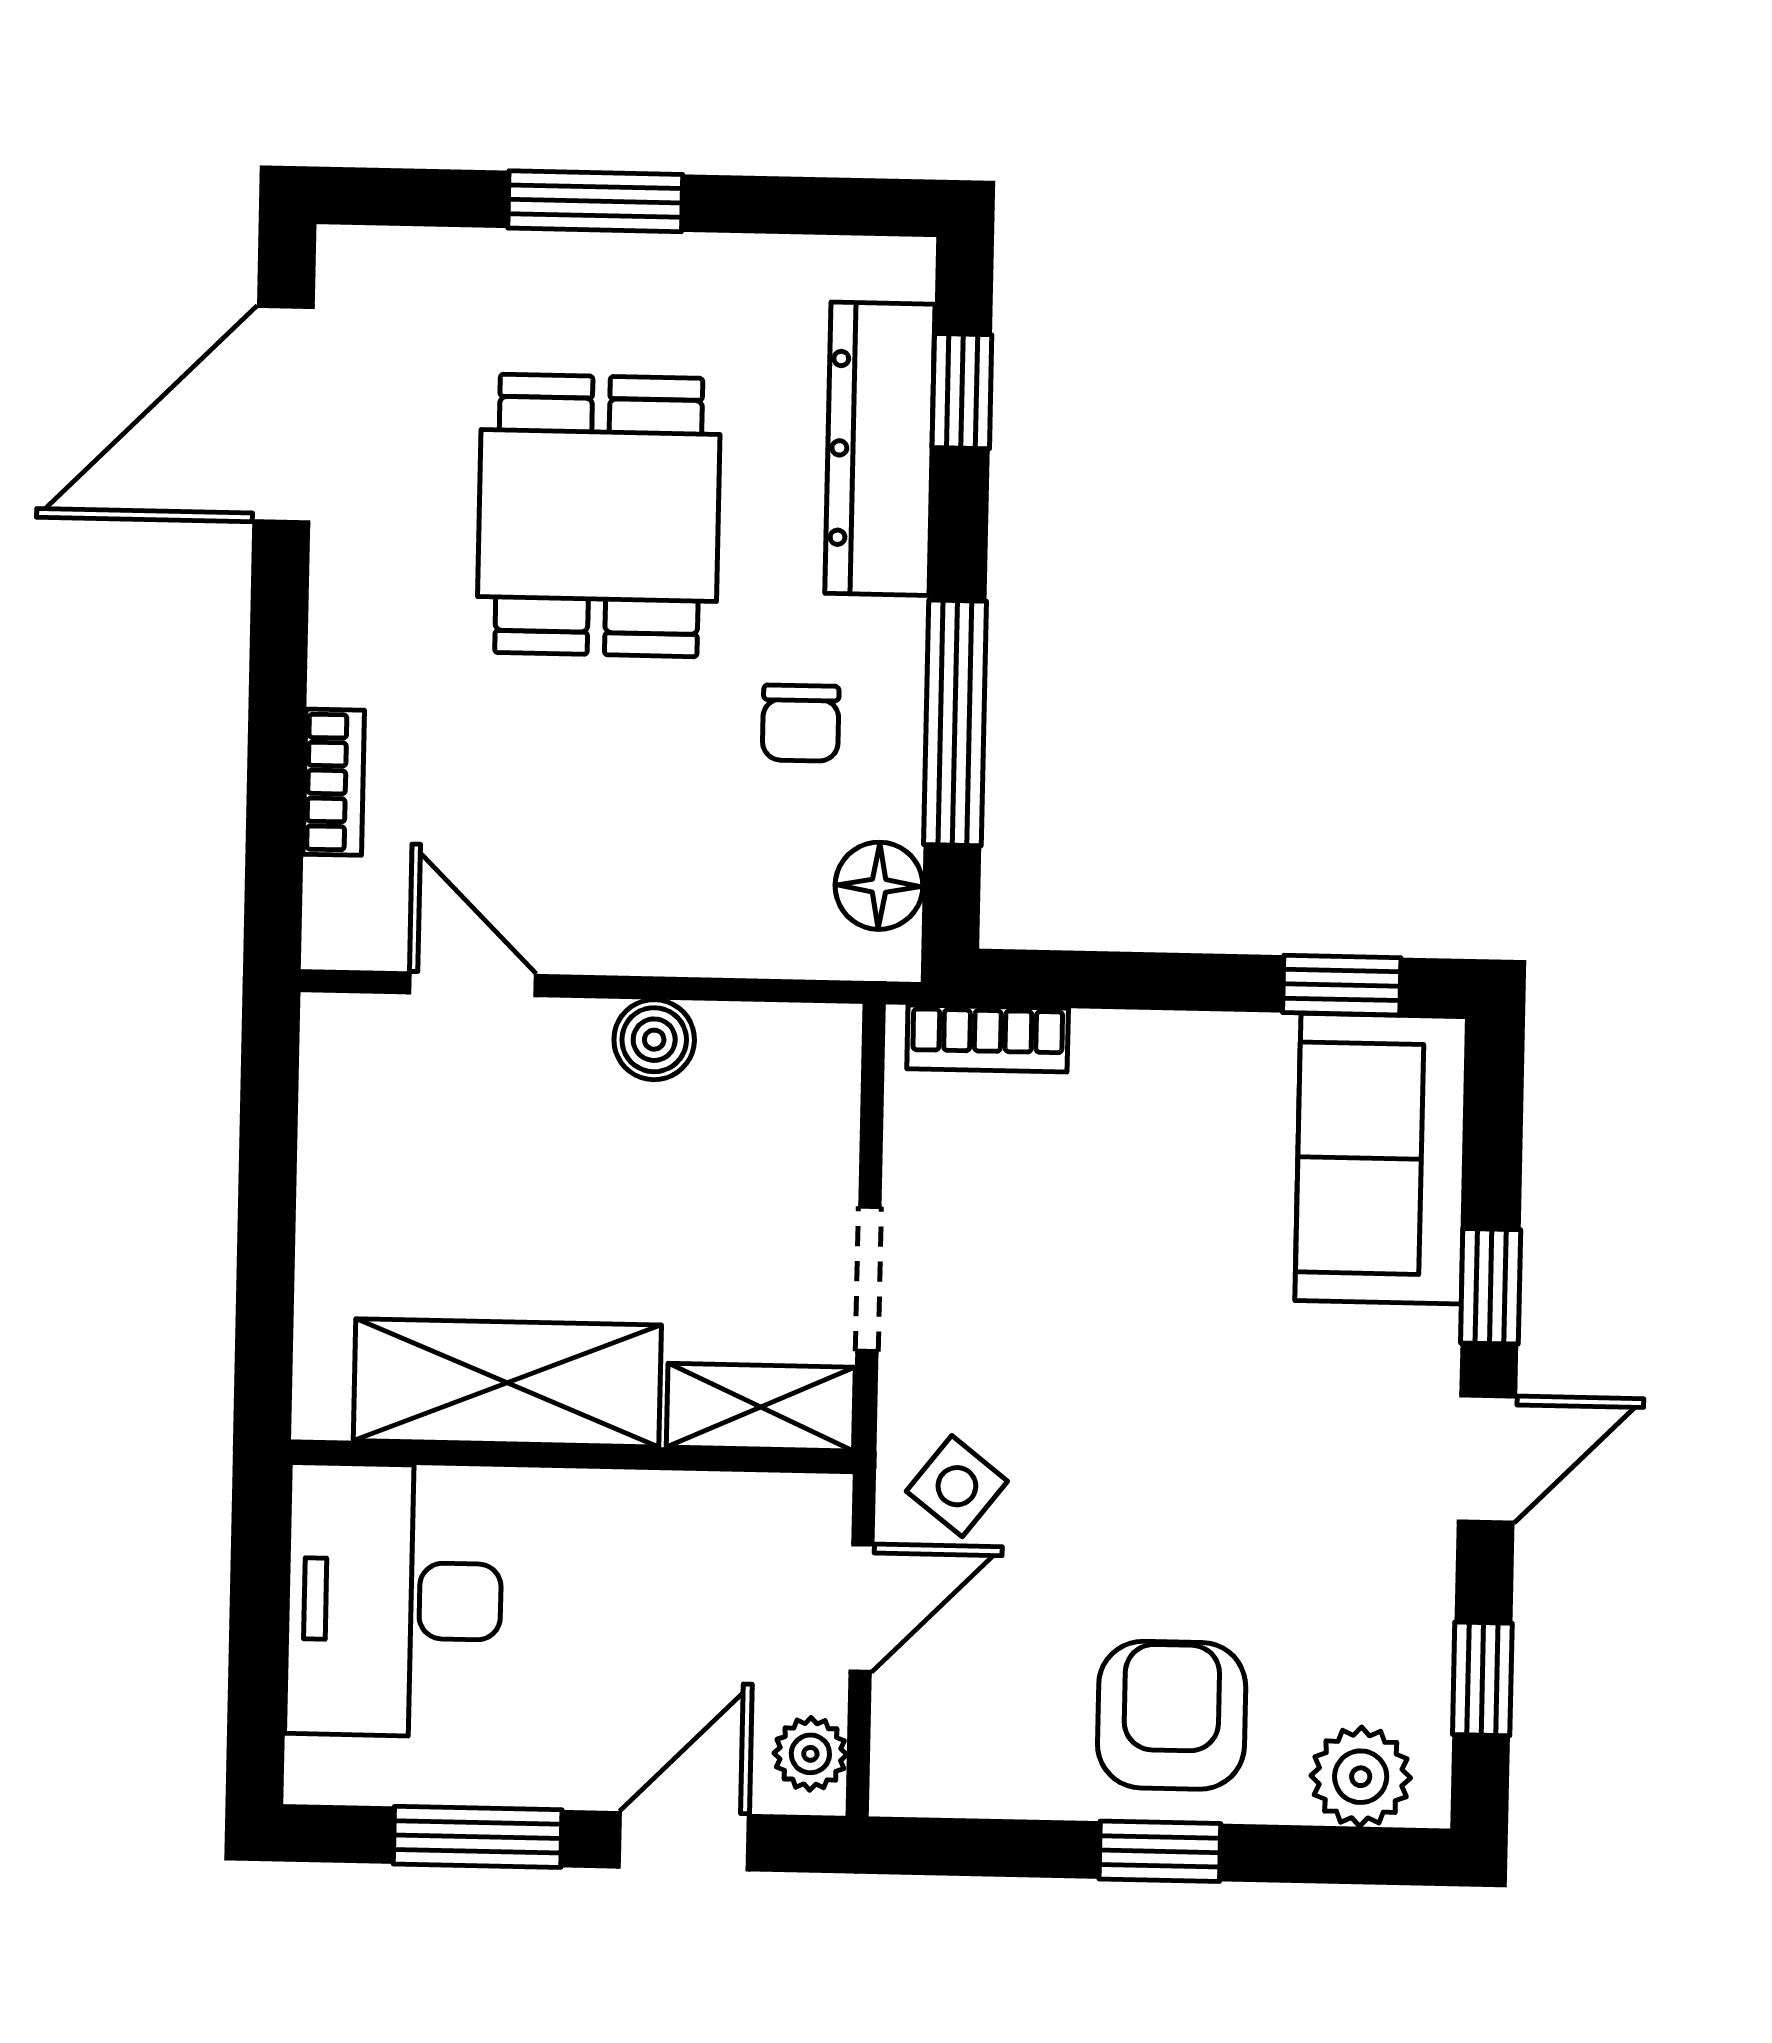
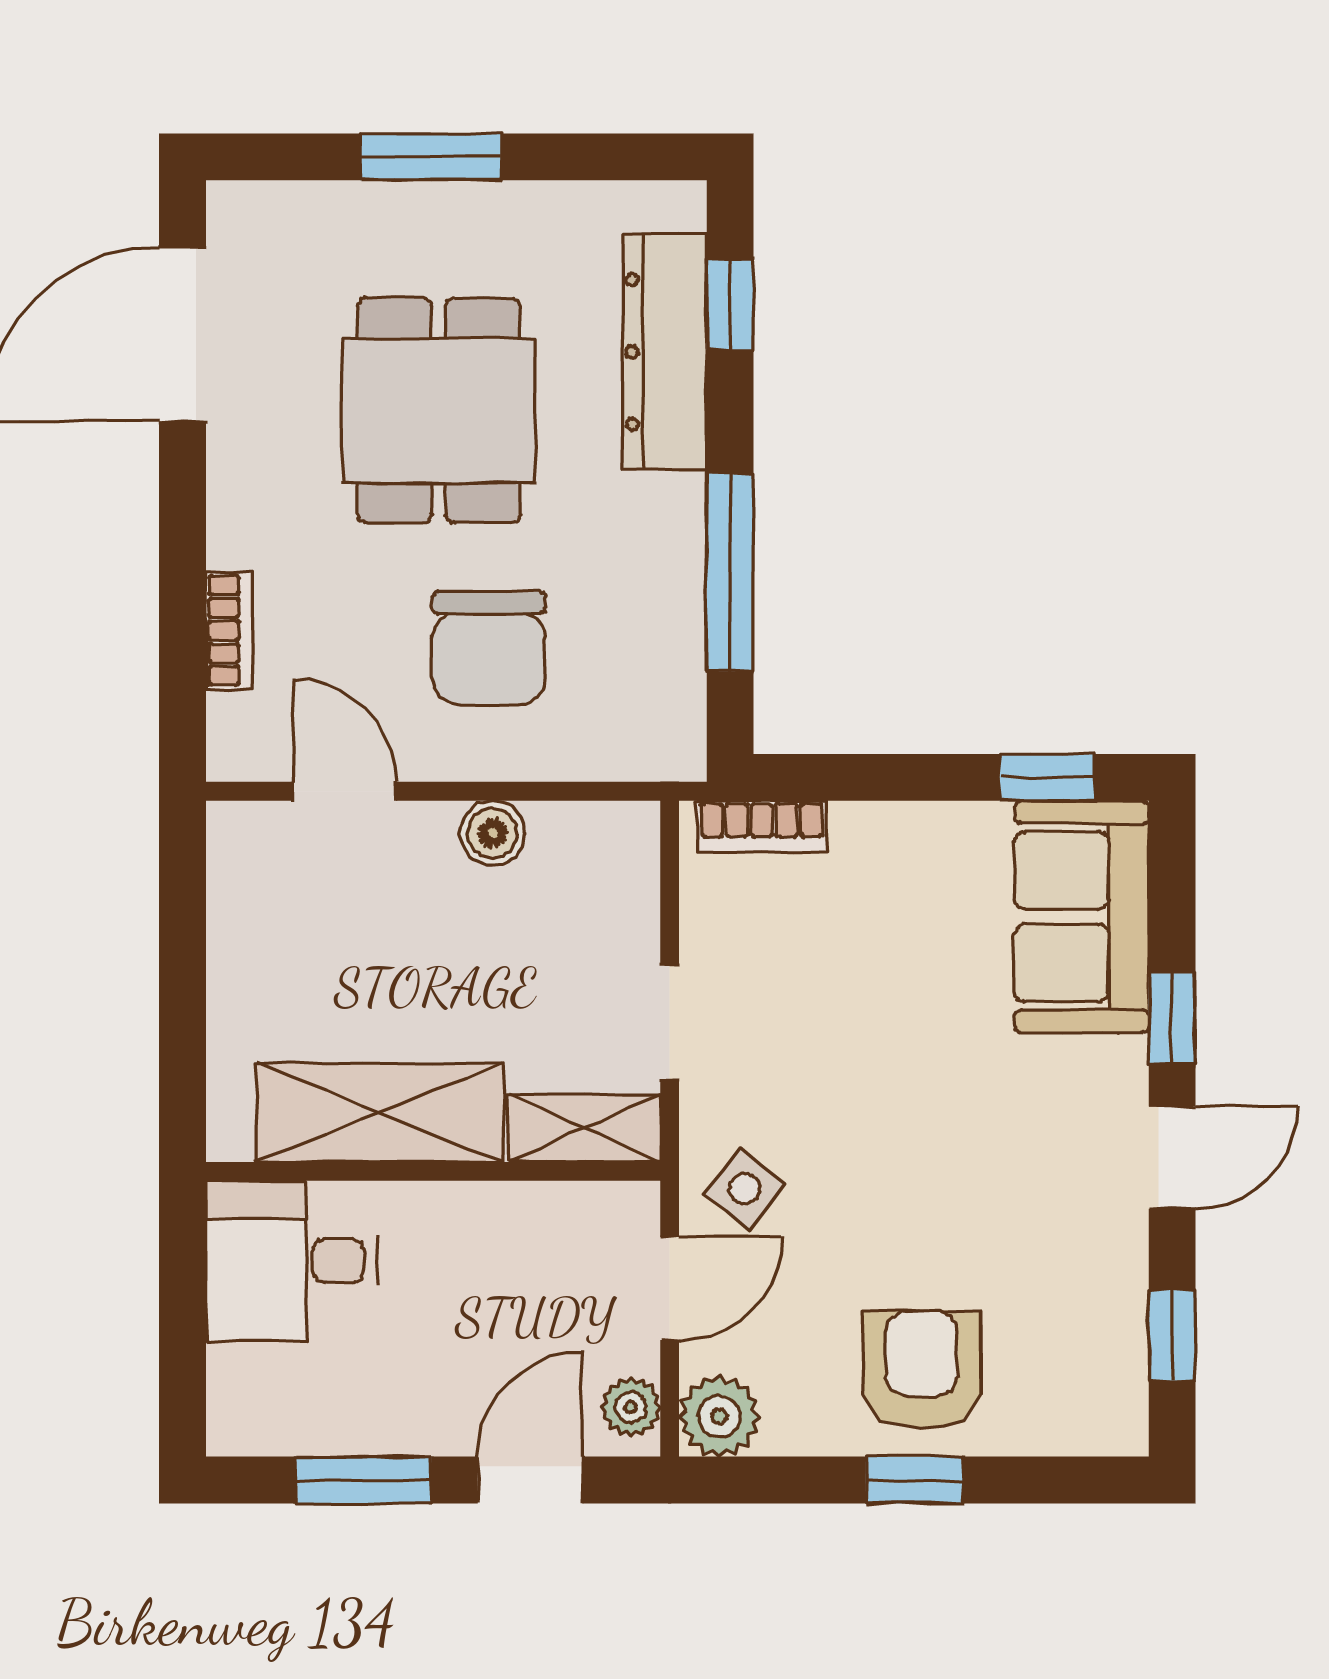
chair: (801, 723) -> (489, 648), moved, width x1.87, depth x1.87
floor lamp: (879, 886) -> (671, 705), removed
desk: (394, 1600) -> (292, 1260), width x0.73
plant: (1361, 1777) -> (719, 1416), moved

